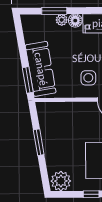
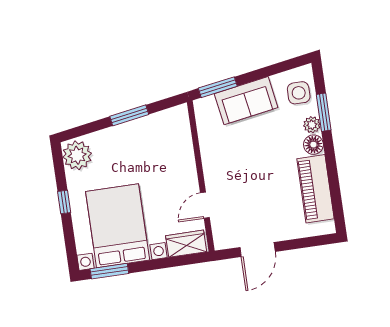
sofa: (41, 69) -> (246, 101), width x0.73
side table: (88, 78) -> (299, 93), moved

